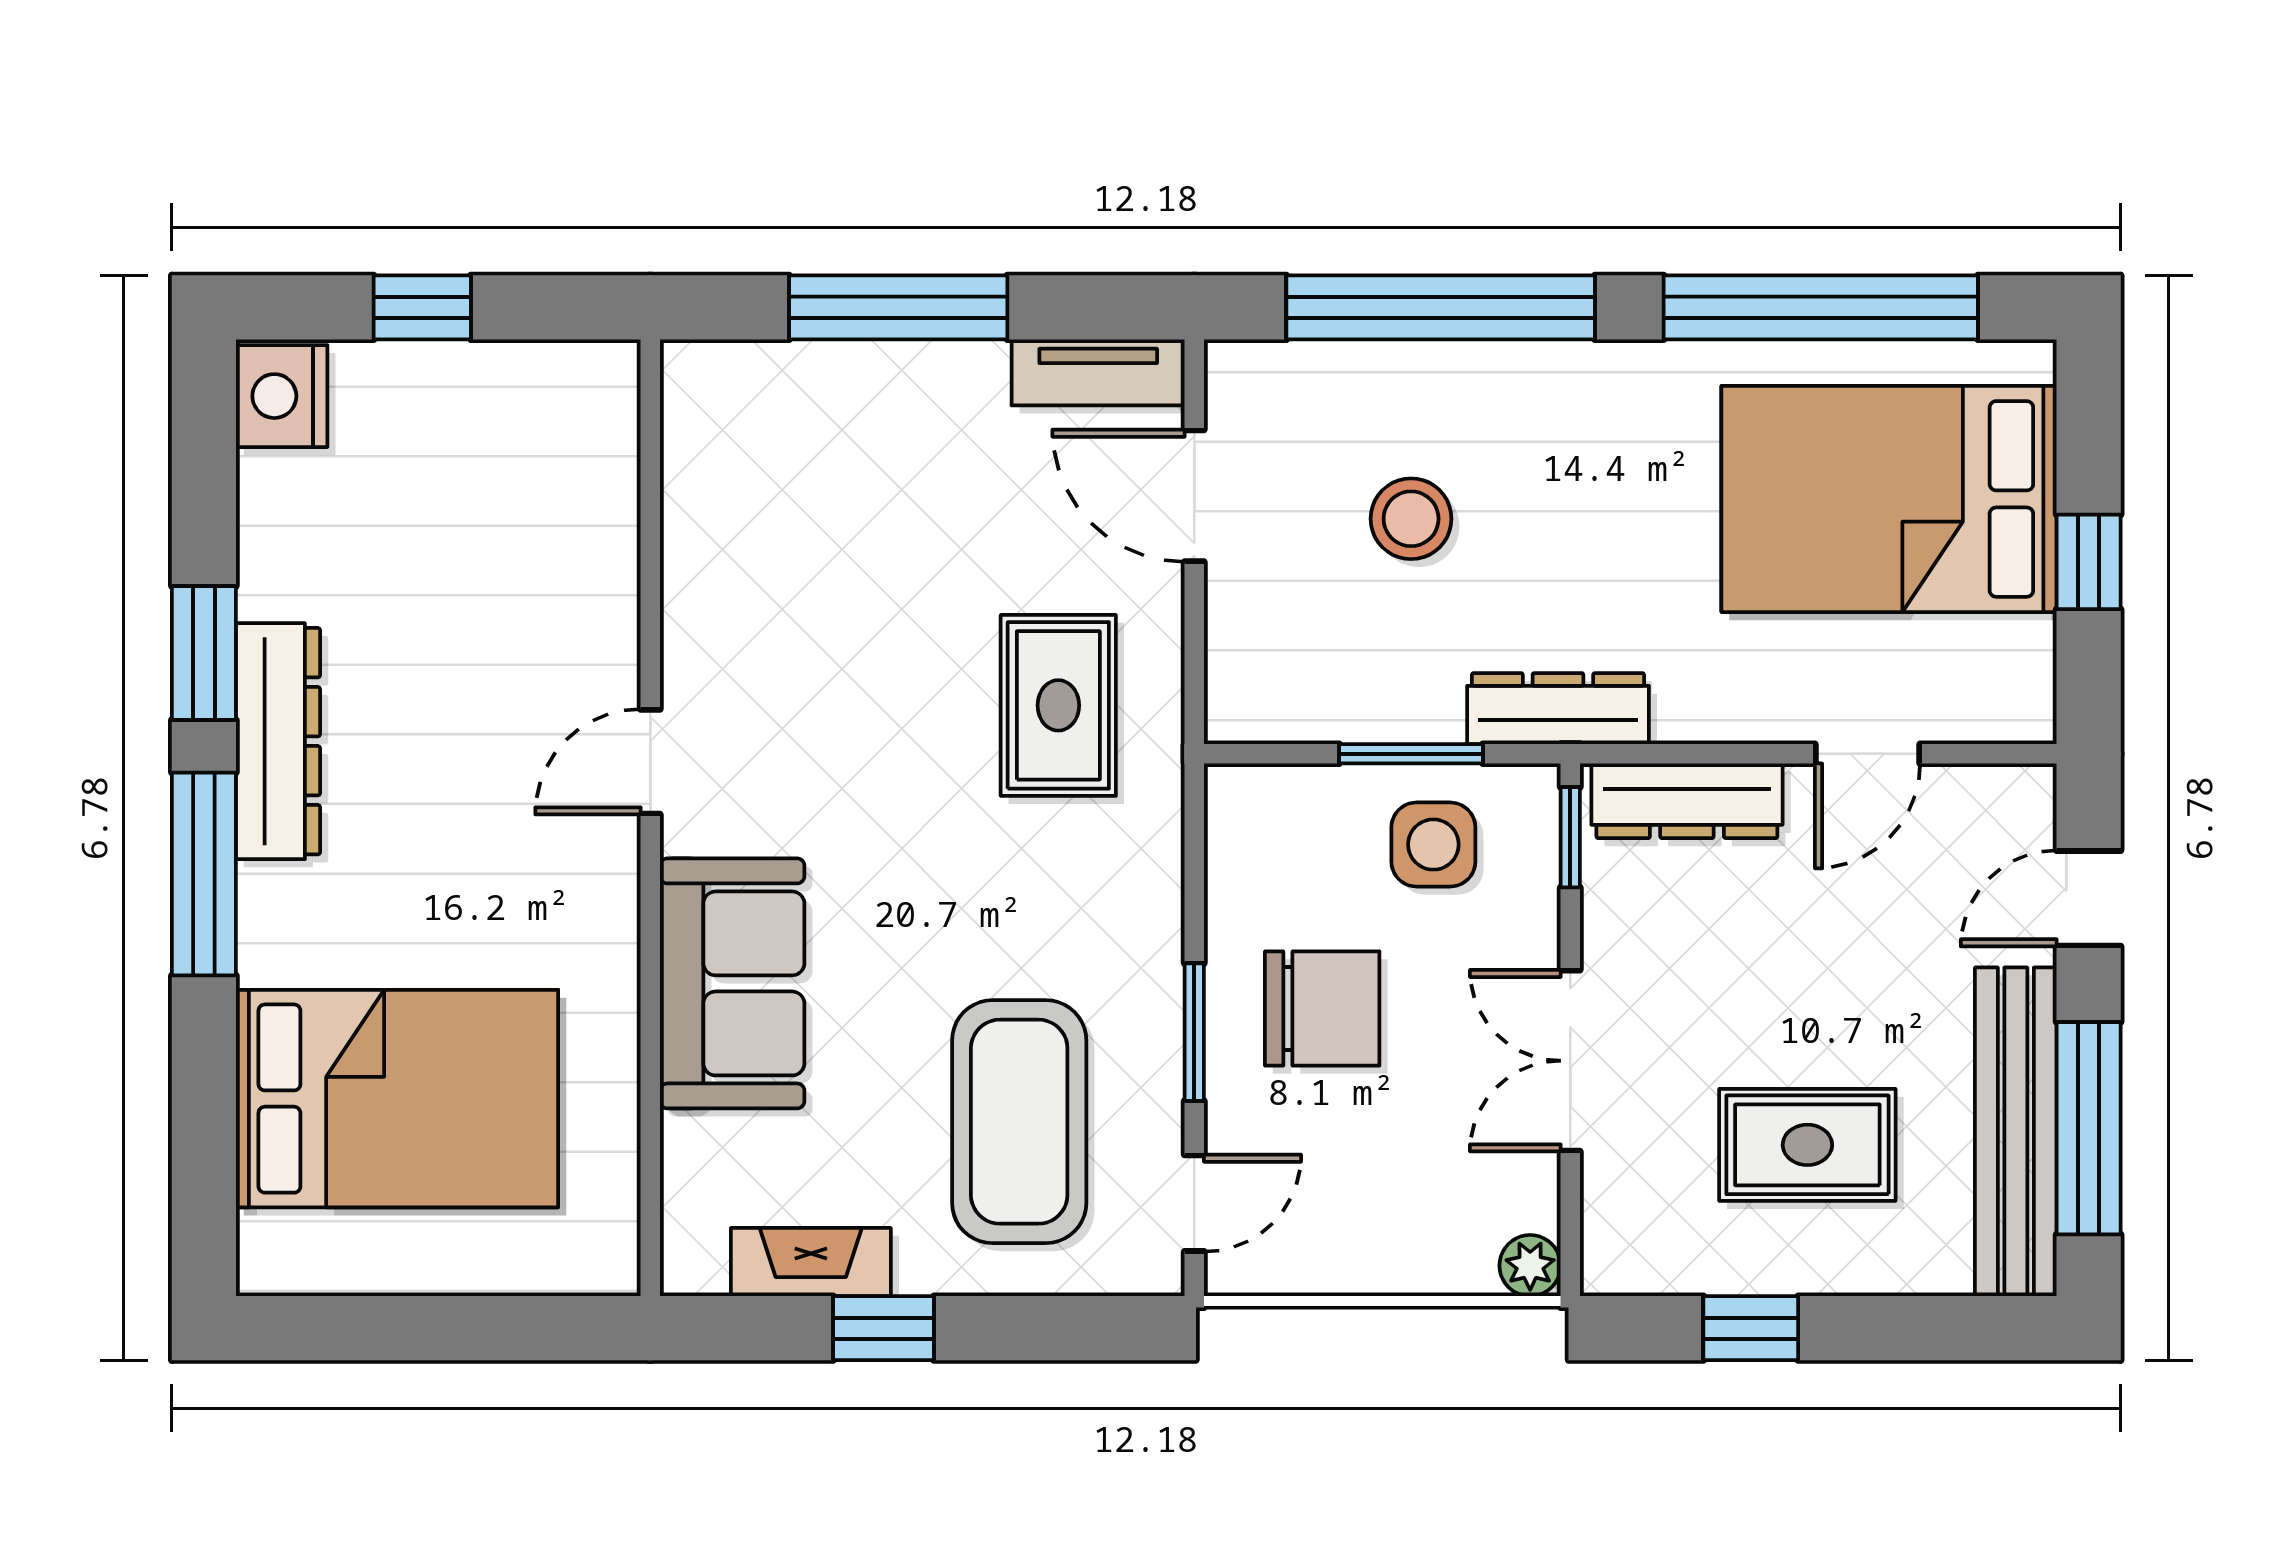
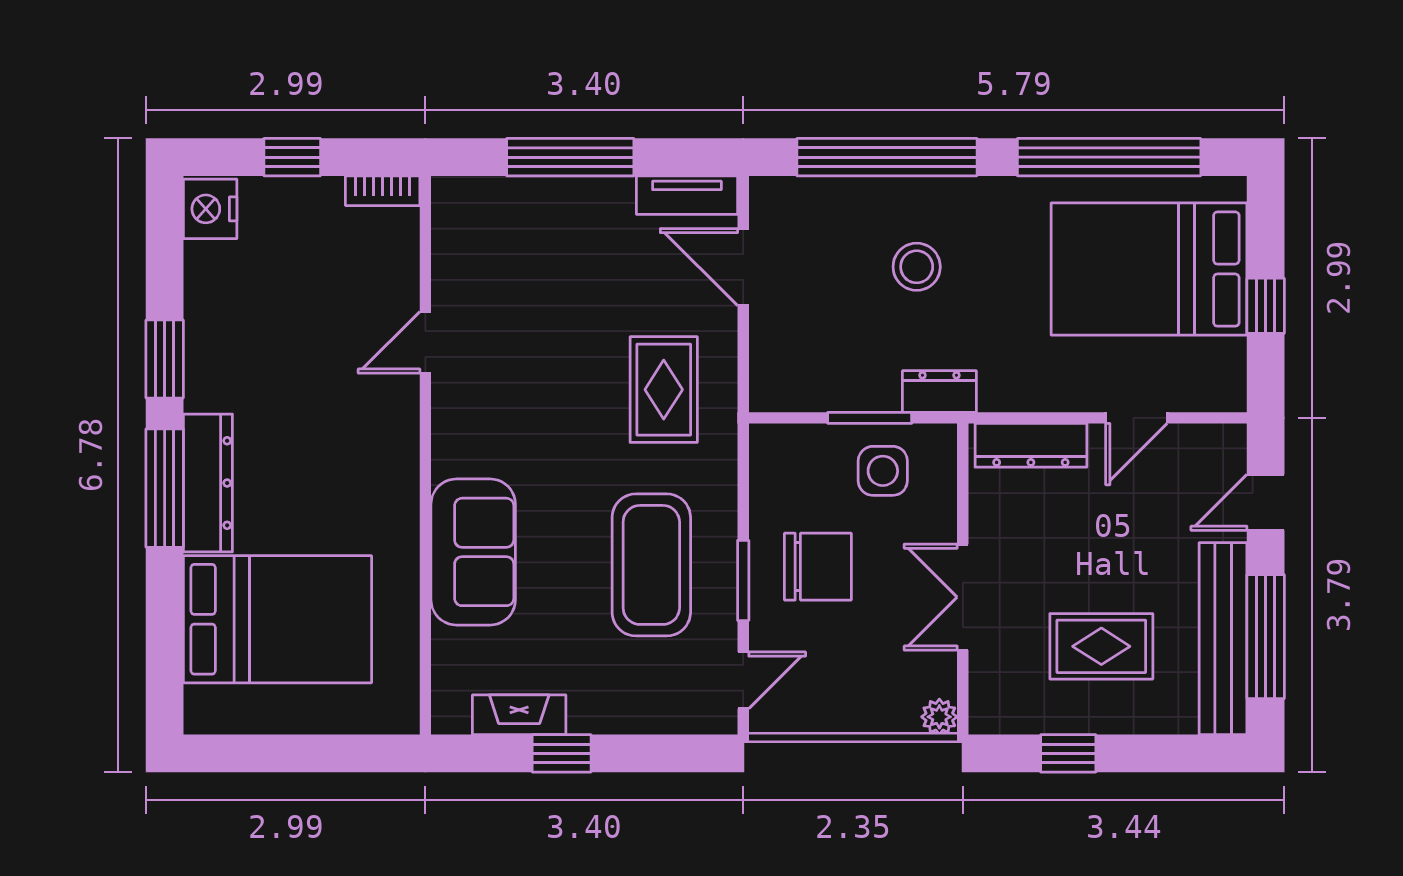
bookcase: (577, 365) -> (383, 191), added
stool: (1411, 519) -> (917, 267), moved
dresser: (1558, 709) -> (939, 391), width x0.70
dresser: (278, 741) -> (208, 483), moved
door: (650, 762) -> (425, 342), moved
window: (1570, 837) -> (963, 467), removed
coffee table: (1019, 1122) -> (651, 565), moved

